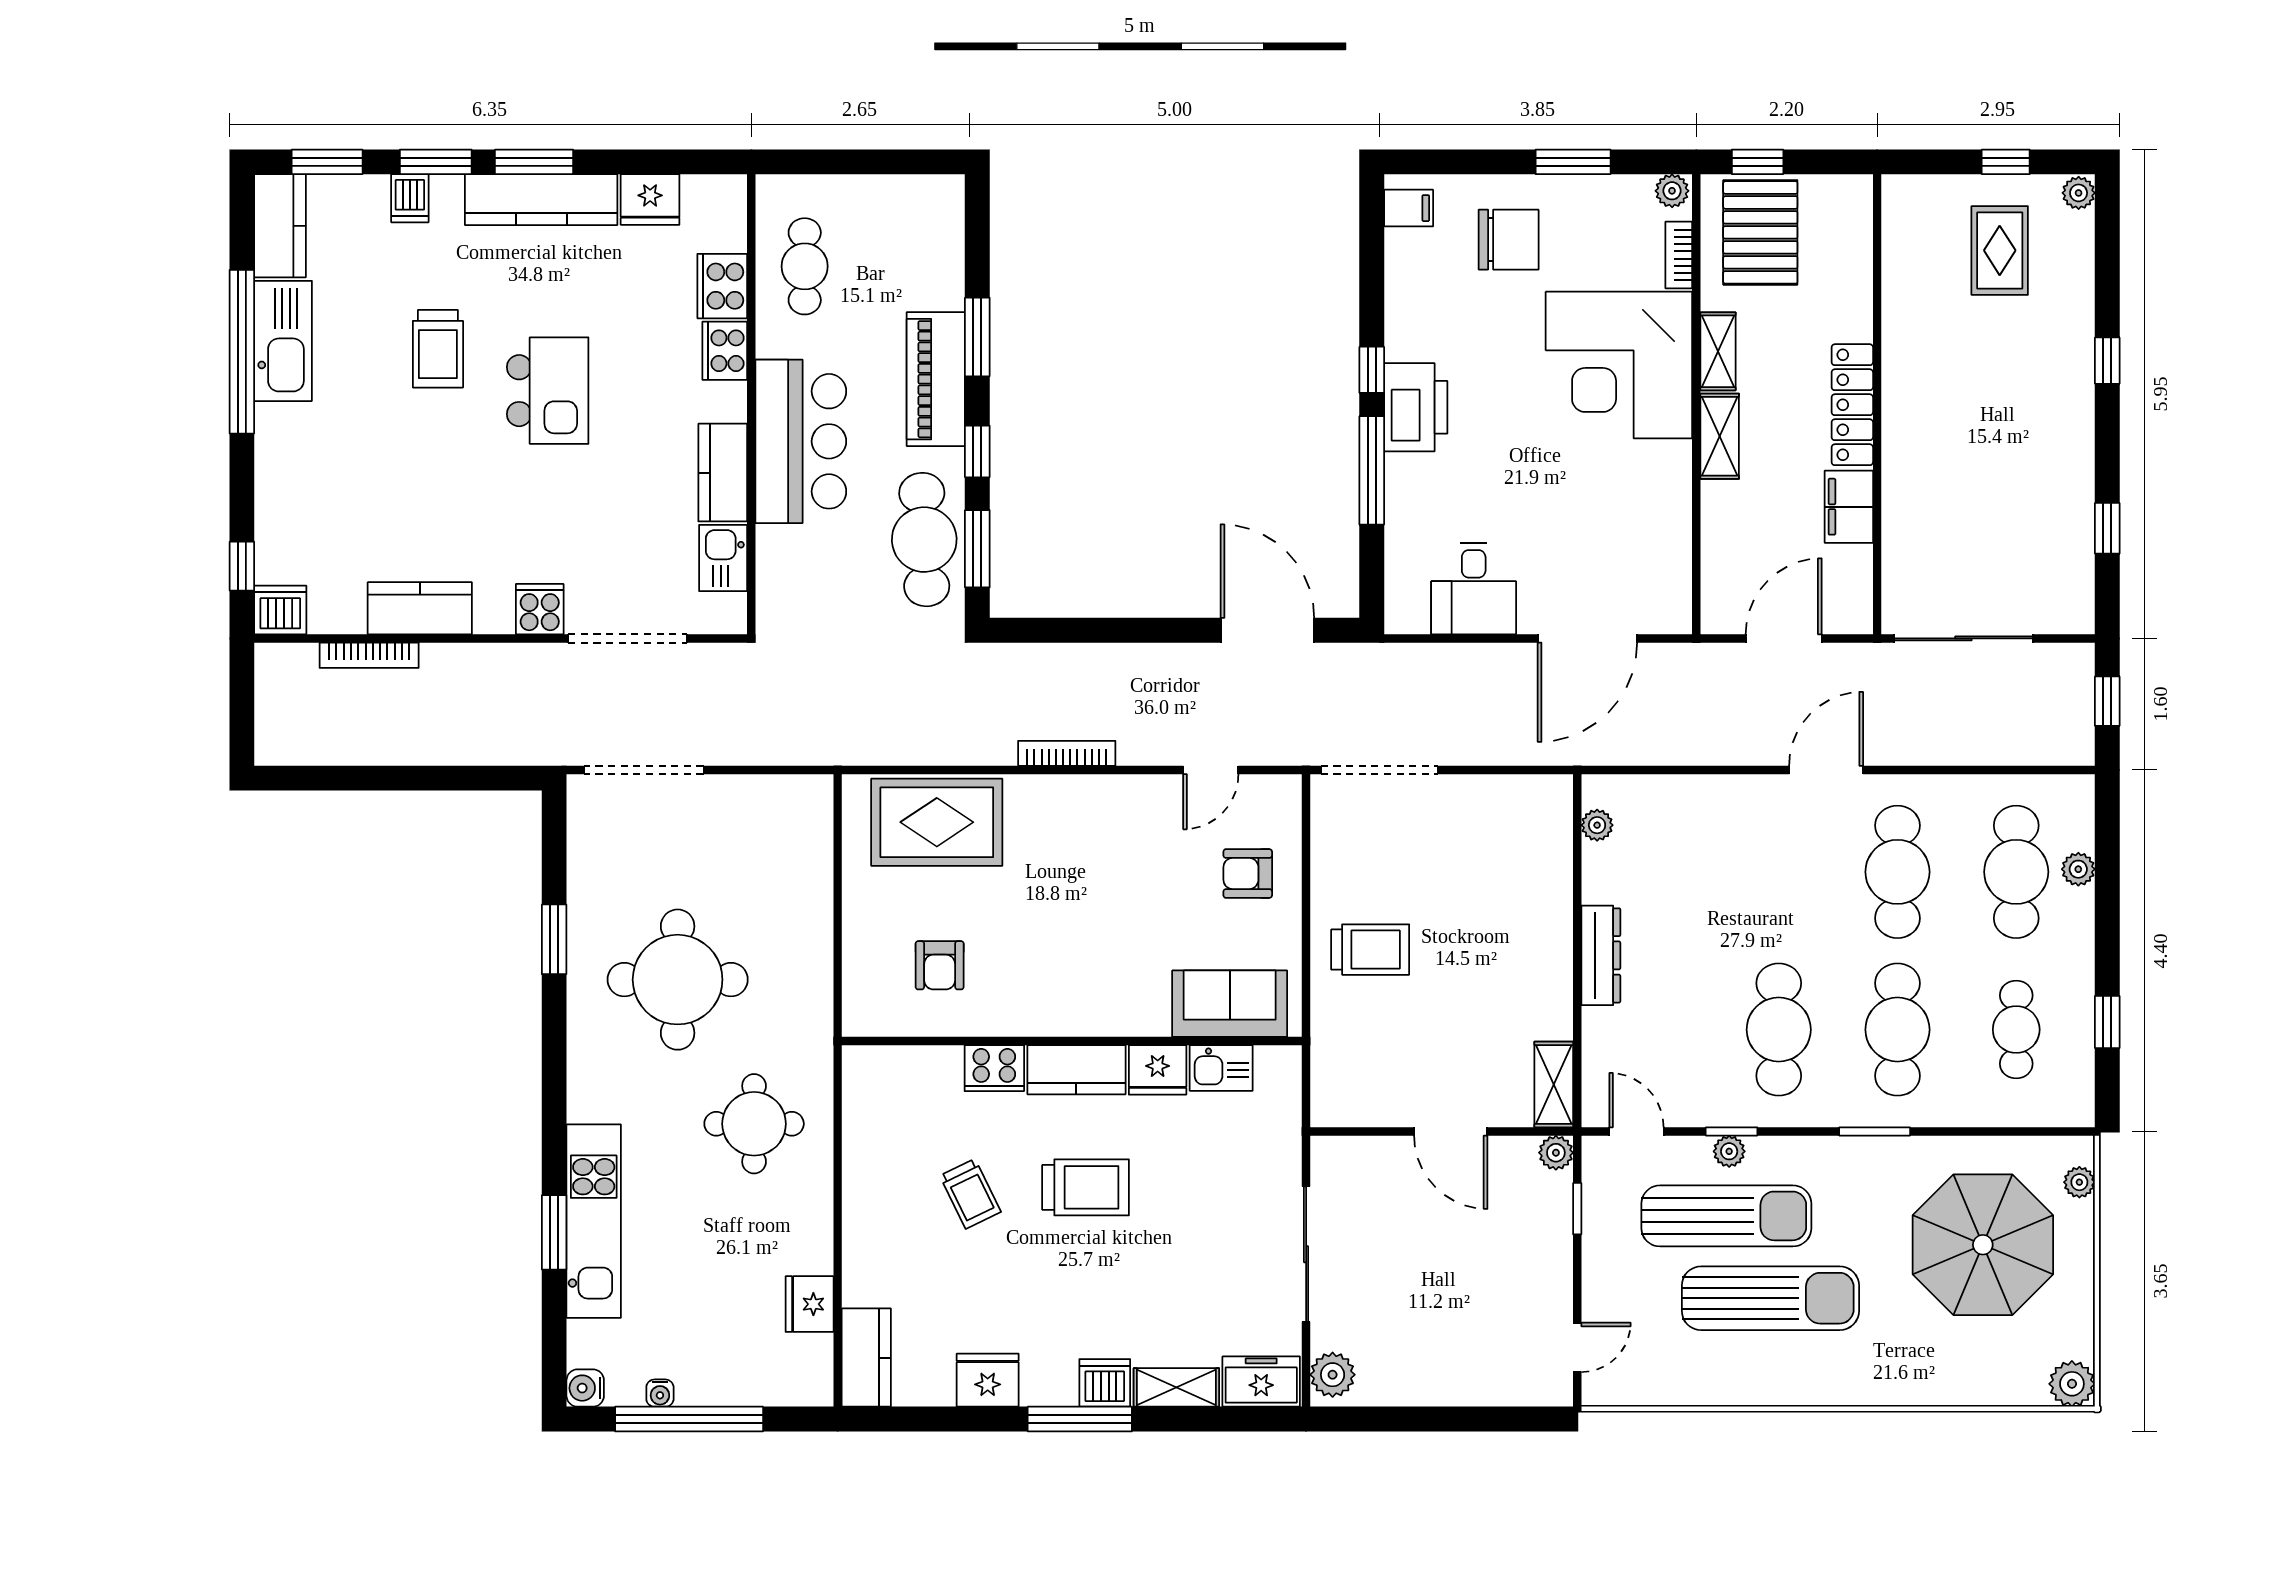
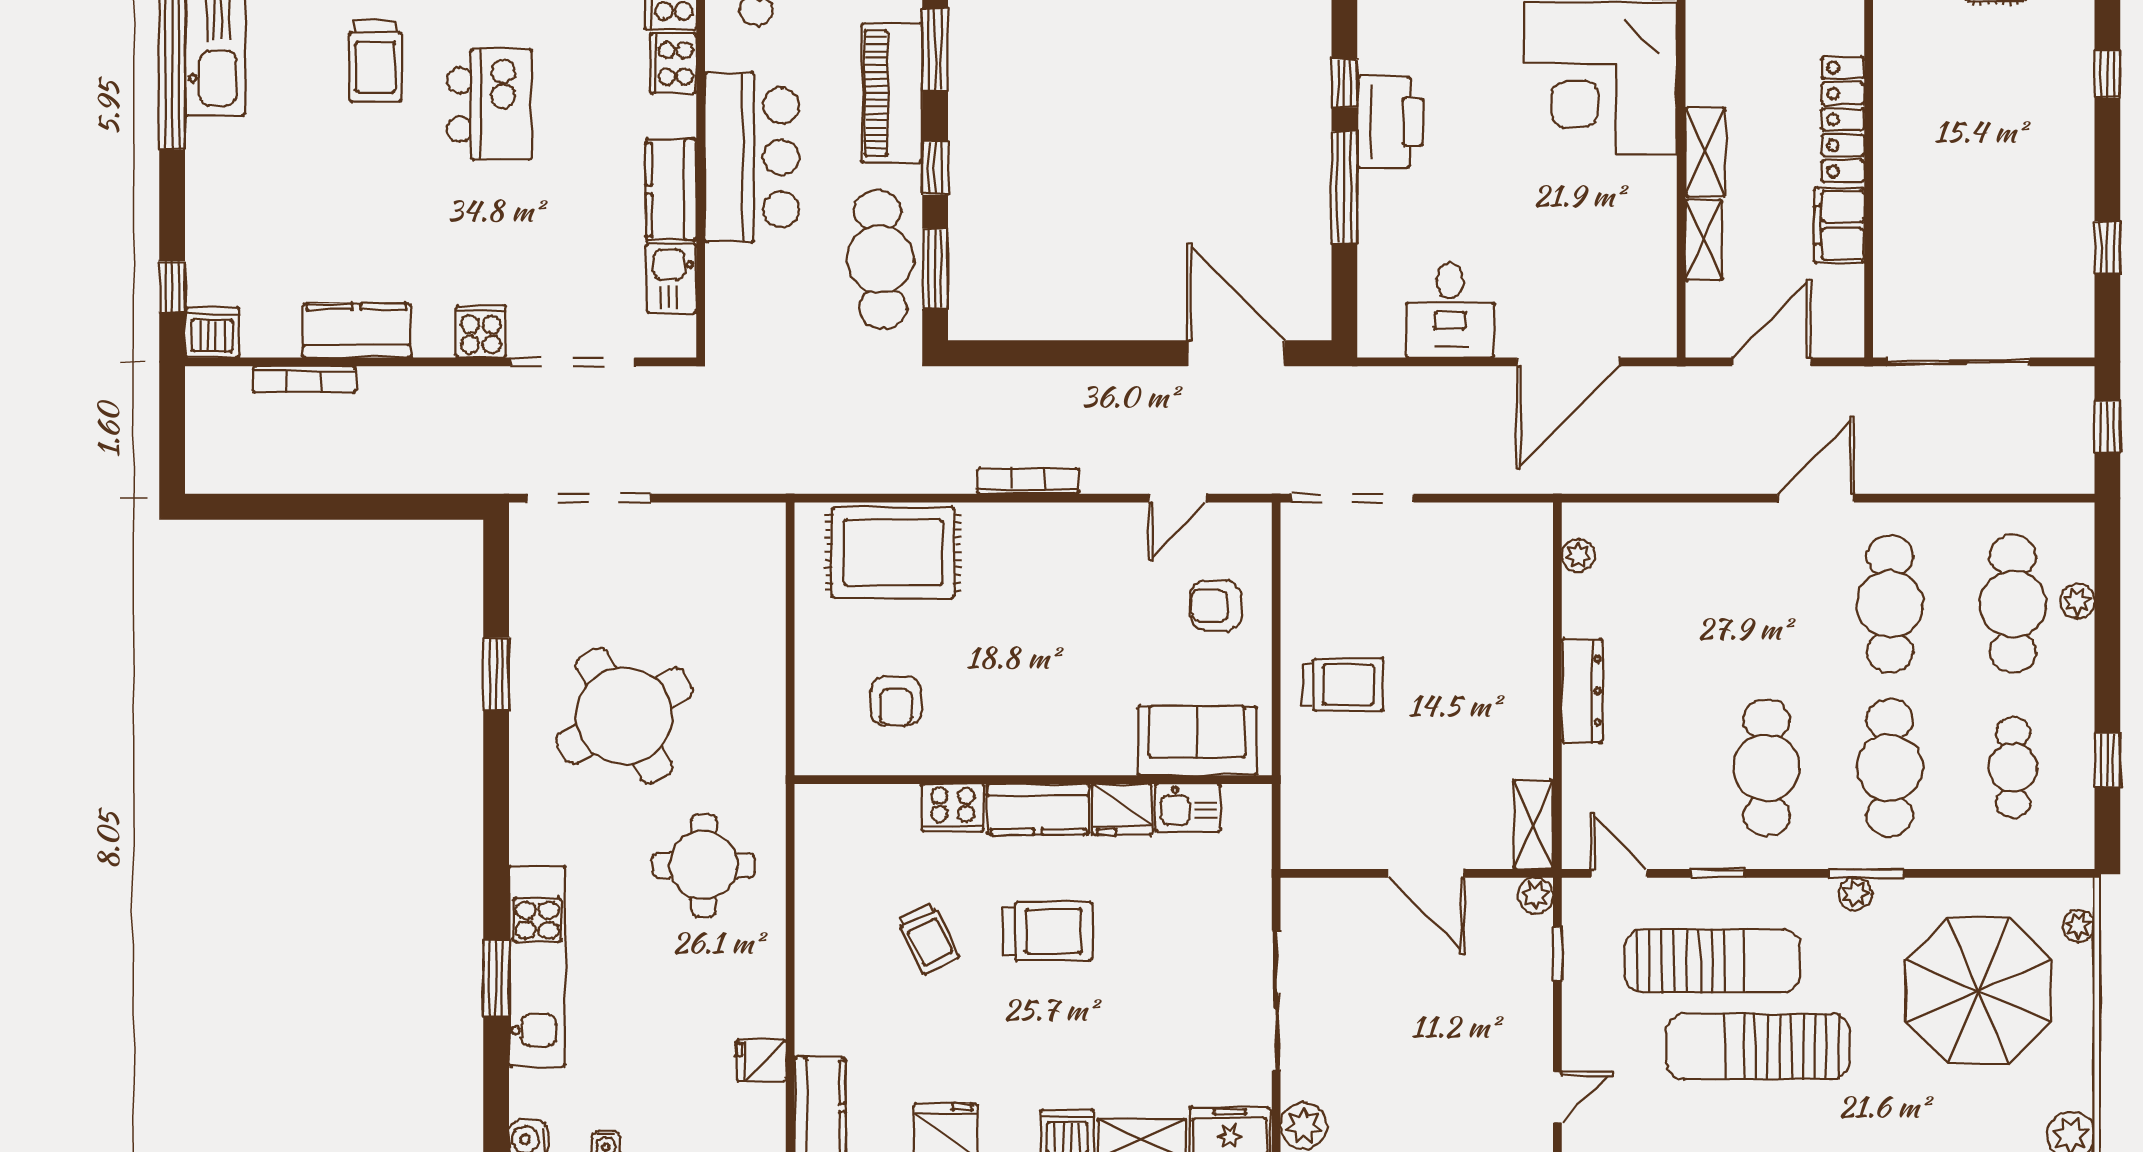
shelving: (1718, 351) -> (1704, 240), moved
round table: (678, 980) -> (624, 716), turned -30
plant: (1729, 1151) -> (1855, 894), moved
sun lounger: (1770, 1298) -> (1758, 1046), turned 180
fridge: (810, 1304) -> (761, 1060), width x0.72

